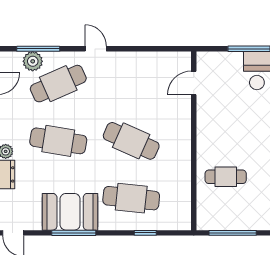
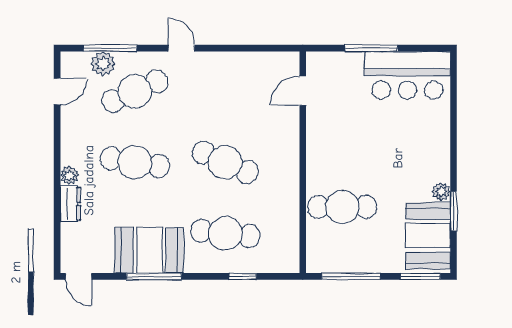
cafe table: (226, 177) -> (342, 207), width x1.37, depth x1.35

